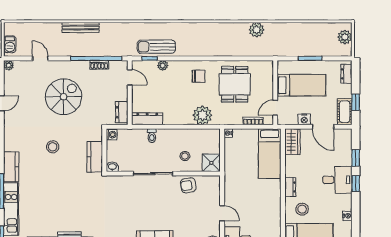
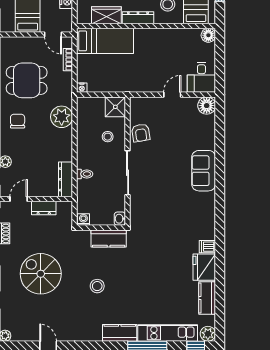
dresser: (122, 112) -> (44, 208), moved
wardrobe: (292, 142) -> (106, 15), moved
dresser: (290, 187) -> (138, 18), width x1.44

